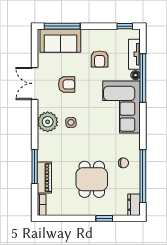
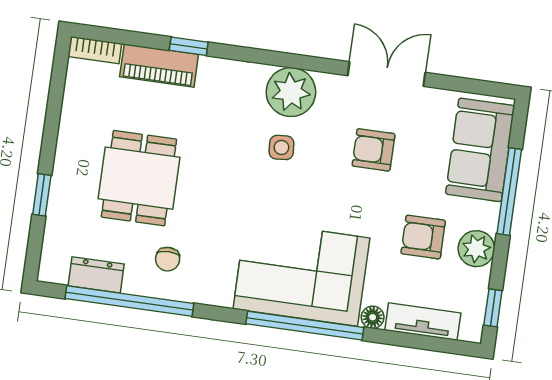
window: (62, 26) -> (509, 192), moved
plant: (101, 36) -> (476, 249), added
window: (143, 78) -> (305, 326), moved
armchair: (67, 84) -> (374, 150), turned 90
window: (35, 166) -> (189, 46), width x0.46
dining table: (92, 179) -> (139, 178), turned 90
dresser: (134, 205) -> (96, 275), moved

